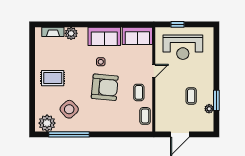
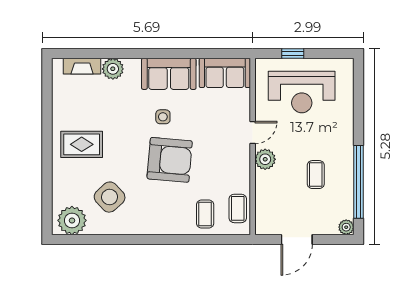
plant: (161, 87) -> (265, 159), added
coffee table: (139, 92) -> (205, 214), moved
window: (216, 100) -> (358, 182), width x2.11
plant: (209, 109) -> (346, 227), moved
window: (69, 134) -> (109, 239), removed

